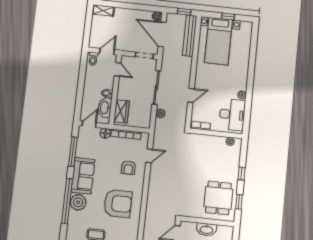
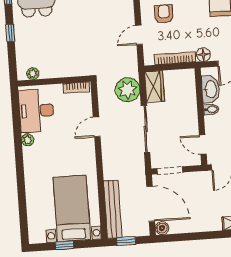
wardrobe: (122, 111) -> (155, 87), moved, turned 180
plant: (161, 113) -> (128, 90), width x1.88, depth x1.88

